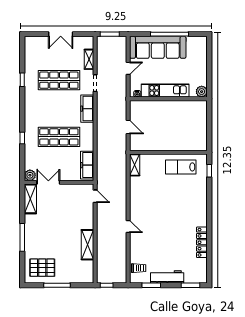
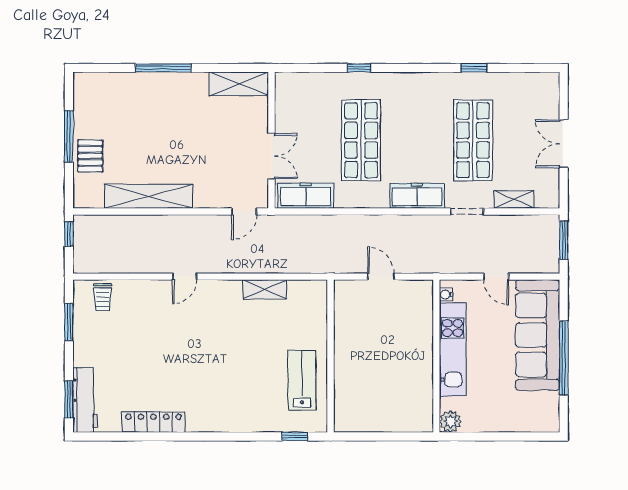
door: (128, 127) -> (381, 277), swing flipped
shelving: (135, 165) -> (265, 289), moved
plant: (30, 175) -> (286, 83), removed
double door: (48, 182) -> (271, 156), moved
shelving: (87, 245) -> (149, 196), width x1.47
pallet: (42, 268) -> (90, 156), moved, width x0.67, depth x0.71
workbench: (167, 277) -> (85, 400), moved

